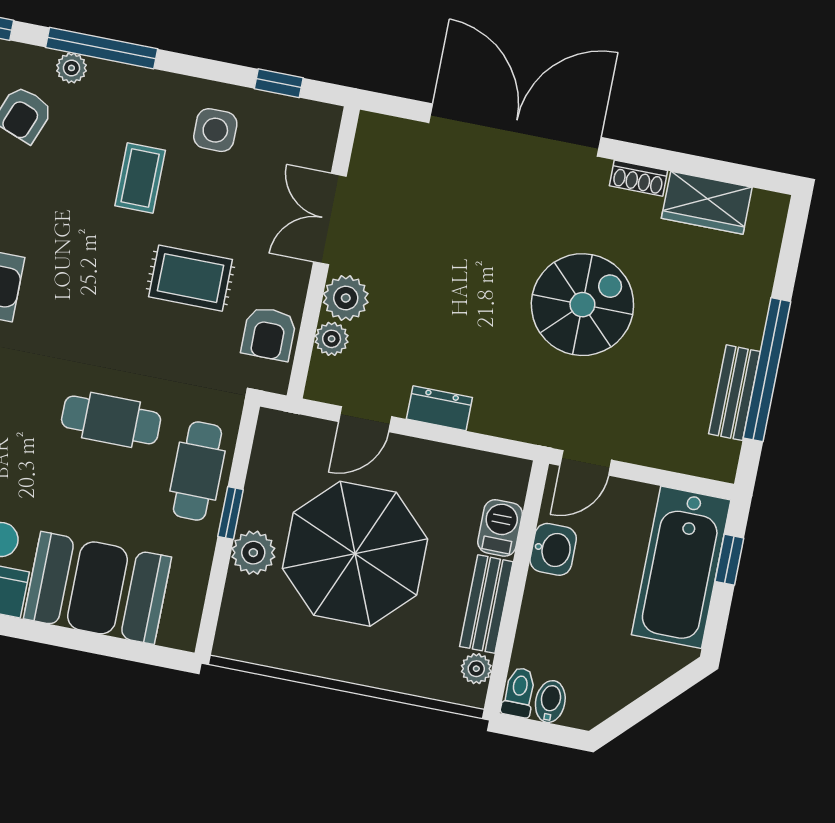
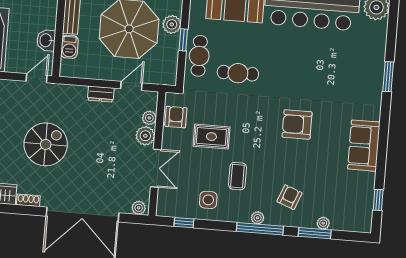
plant: (71, 68) -> (258, 218), moved
plant: (381, 130) -> (139, 208), added
spiral stairs: (582, 305) -> (46, 144), turned 180

